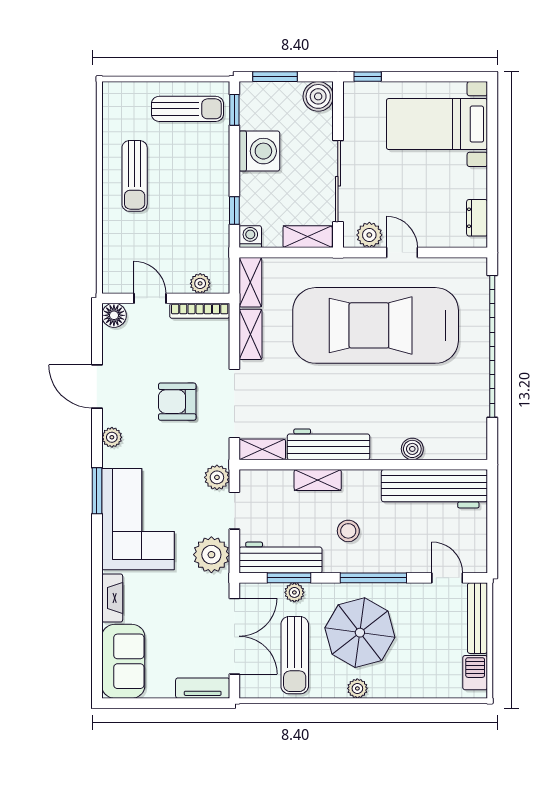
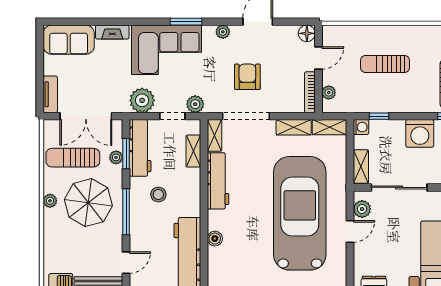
sun lounger: (135, 176) -> (385, 64), moved
shelving: (318, 480) -> (193, 151), moved

